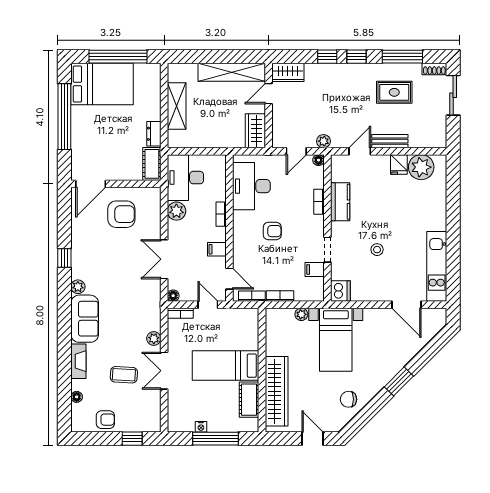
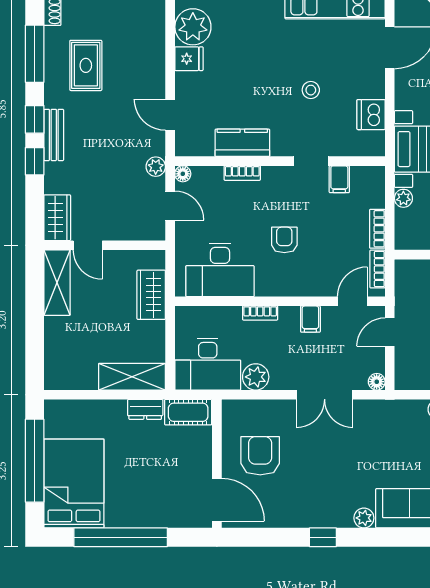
shelving: (232, 72) -> (57, 283), width x0.68
shelving: (177, 106) -> (132, 377), moved
wardrobe: (255, 131) -> (151, 295), moved, turned 90
bench: (390, 141) -> (54, 135), moved
dishwasher: (340, 291) -> (371, 115), moved, turned -90
bookcase: (180, 313) -> (402, 372), removed

